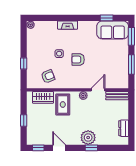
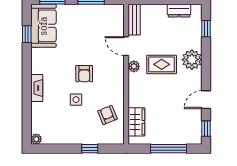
rug: (63, 105) -> (162, 64), moved
window: (24, 121) -> (168, 149), width x2.17
window: (91, 148) -> (206, 29), moved

